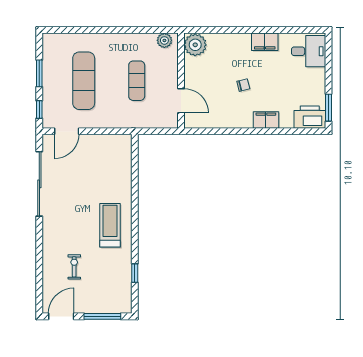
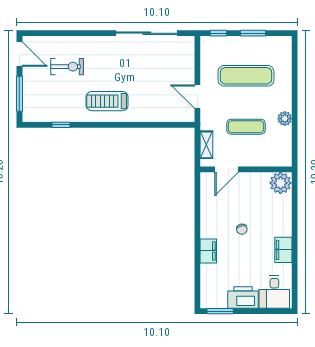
plant: (164, 40) -> (285, 119), moved
printer: (310, 117) -> (243, 297), moved, turned -90
shelving: (156, 122) -> (206, 145), added
door: (67, 131) -> (197, 97), moved
treadmill: (110, 225) -> (107, 101), turned 180
exercise bike: (74, 267) -> (67, 67), width x1.38, depth x1.39

